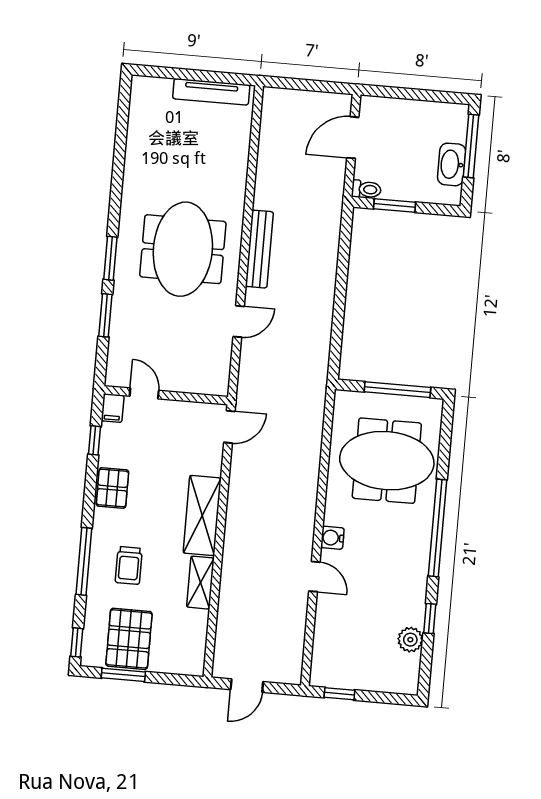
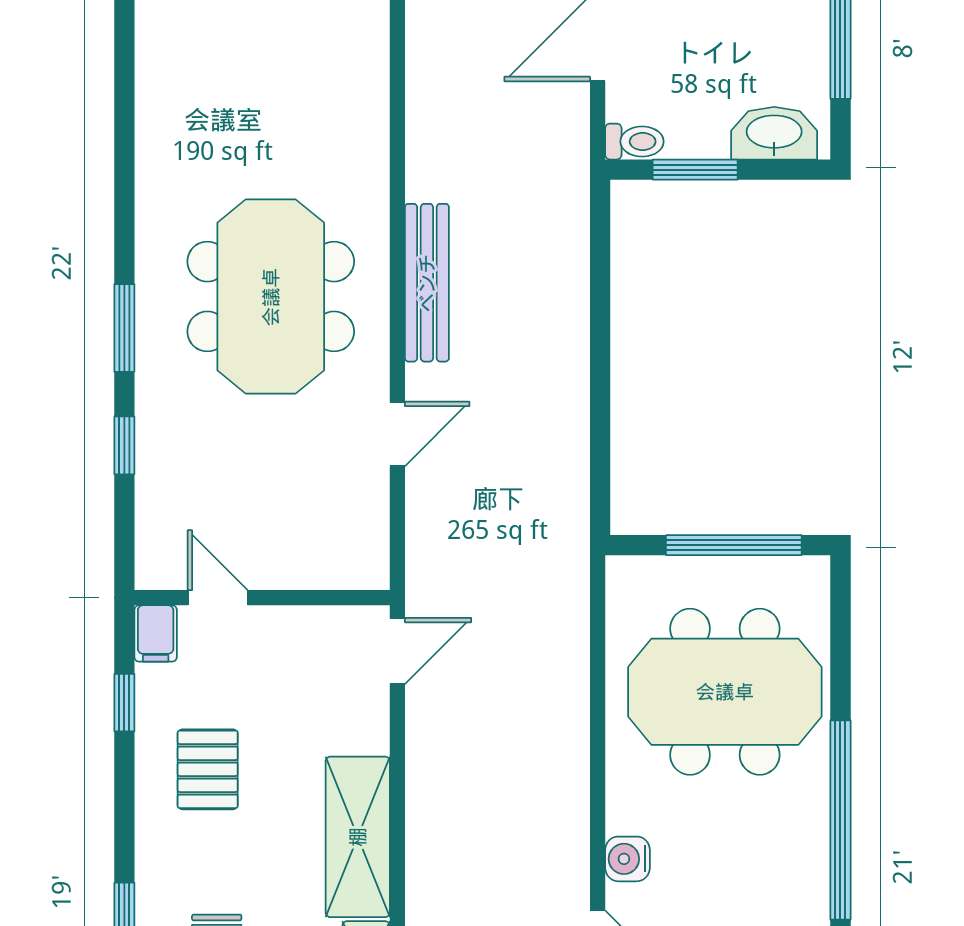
washbasin: (452, 164) -> (774, 133), moved, turned 90
window: (105, 315) -> (124, 445), width x0.67
pallet: (112, 488) -> (208, 769), moved

